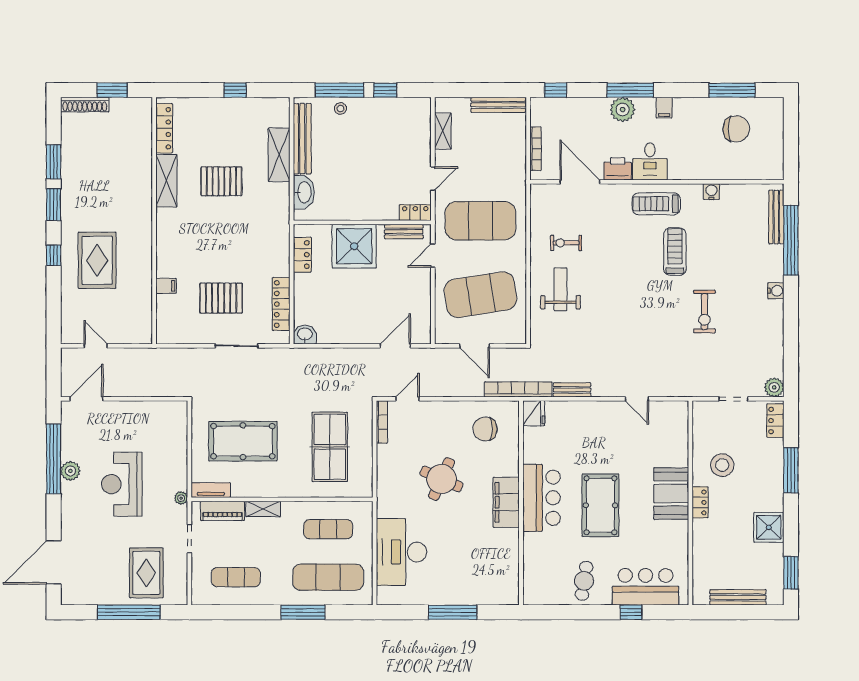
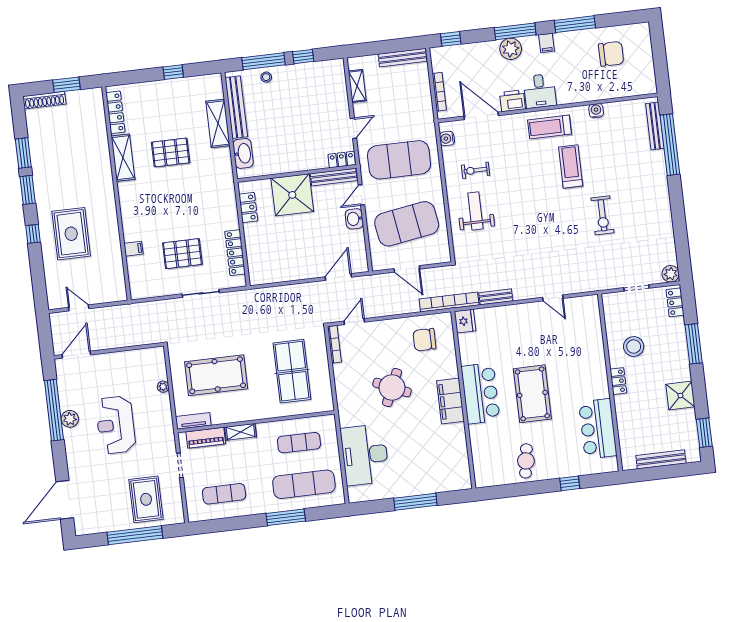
window: (732, 90) -> (575, 24), moved
bench: (404, 232) -> (334, 177), width x1.36
water cooler: (776, 291) -> (447, 139), moved, turned 180
washbasin: (305, 335) -> (354, 219), moved, turned -90
booth: (671, 493) -> (592, 376), removed
plant: (181, 498) -> (163, 387), moved
bar counter: (646, 587) -> (598, 429), moved, turned -90

